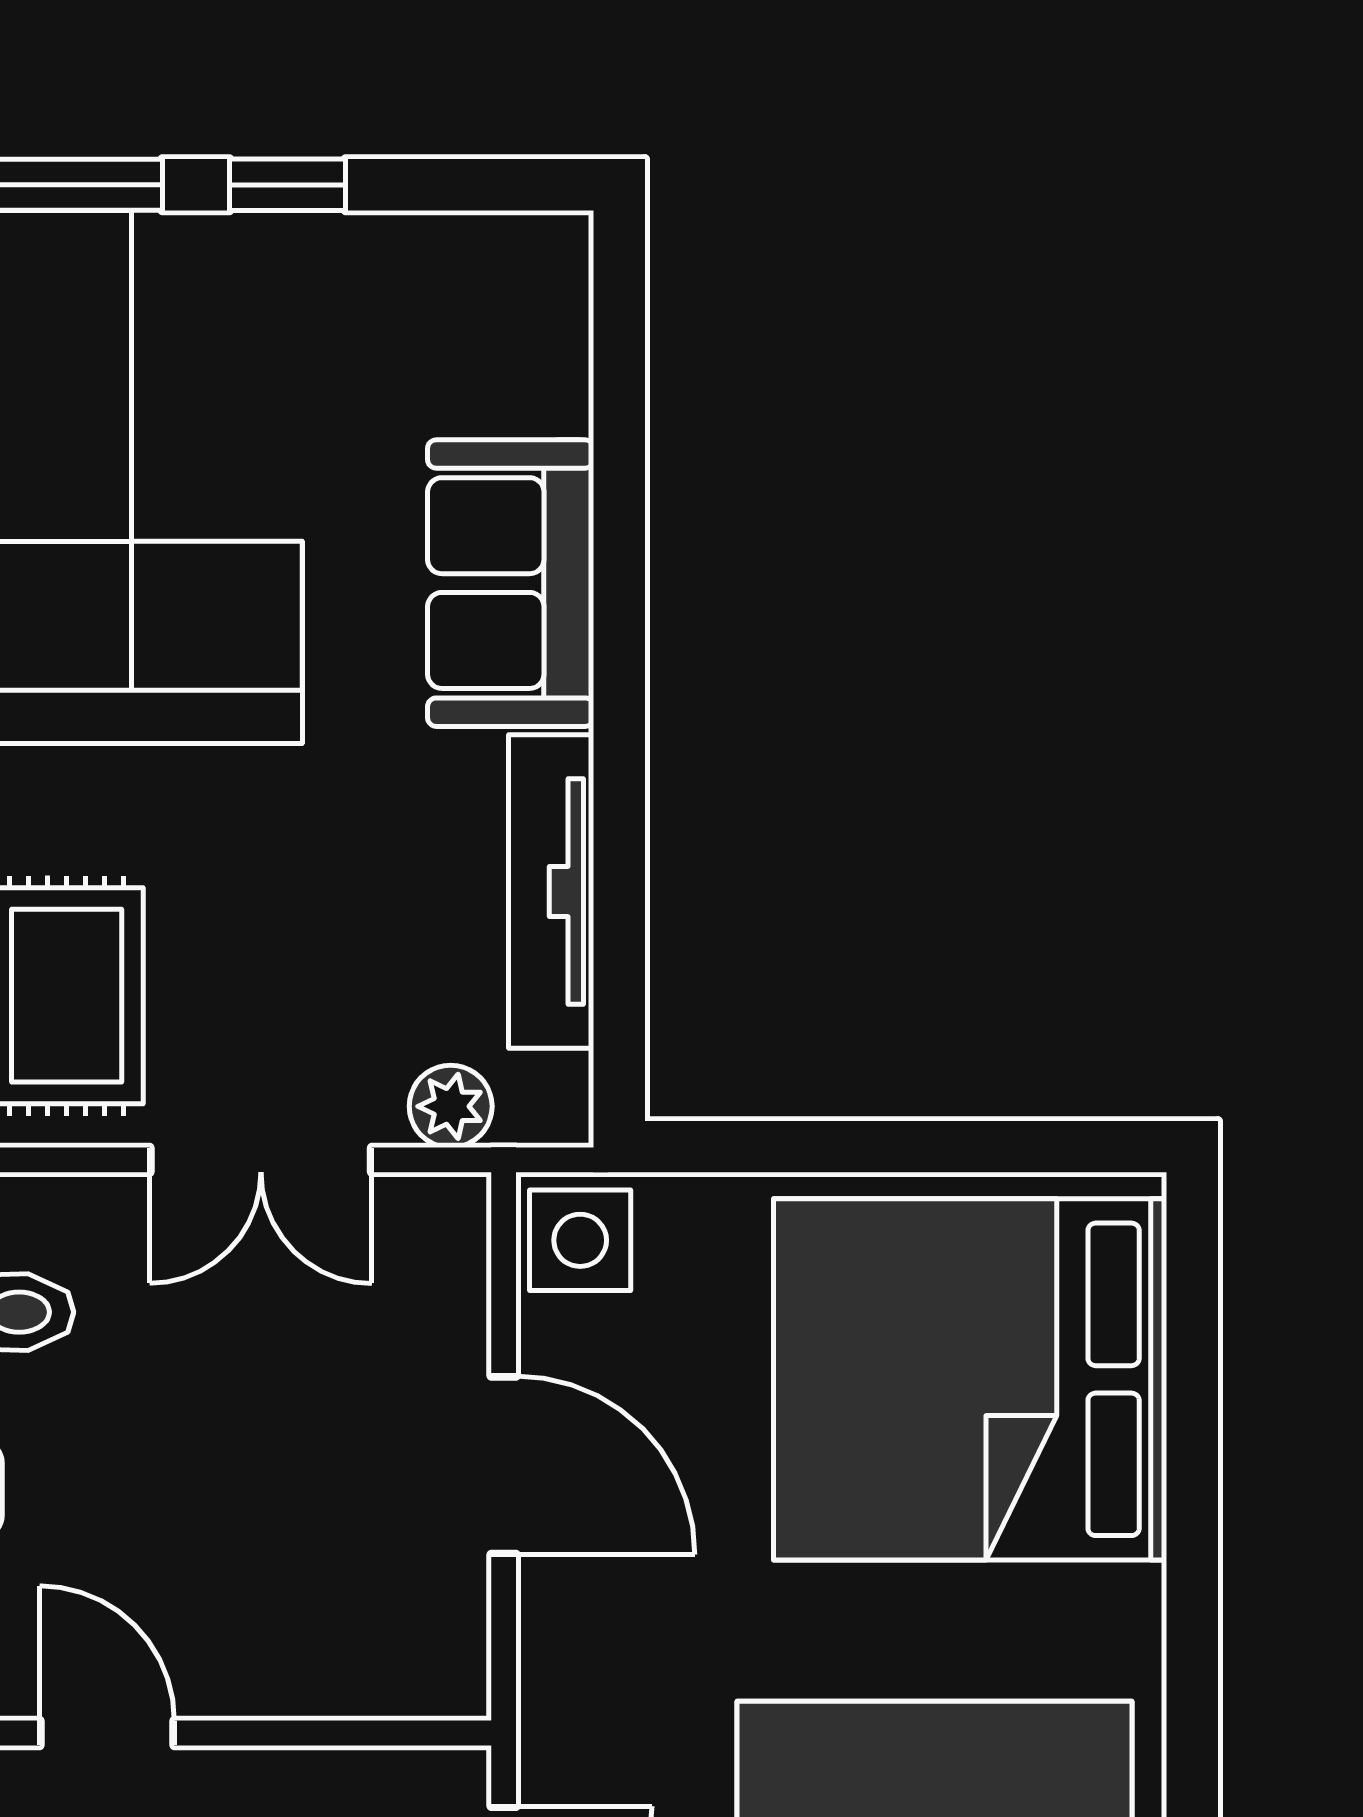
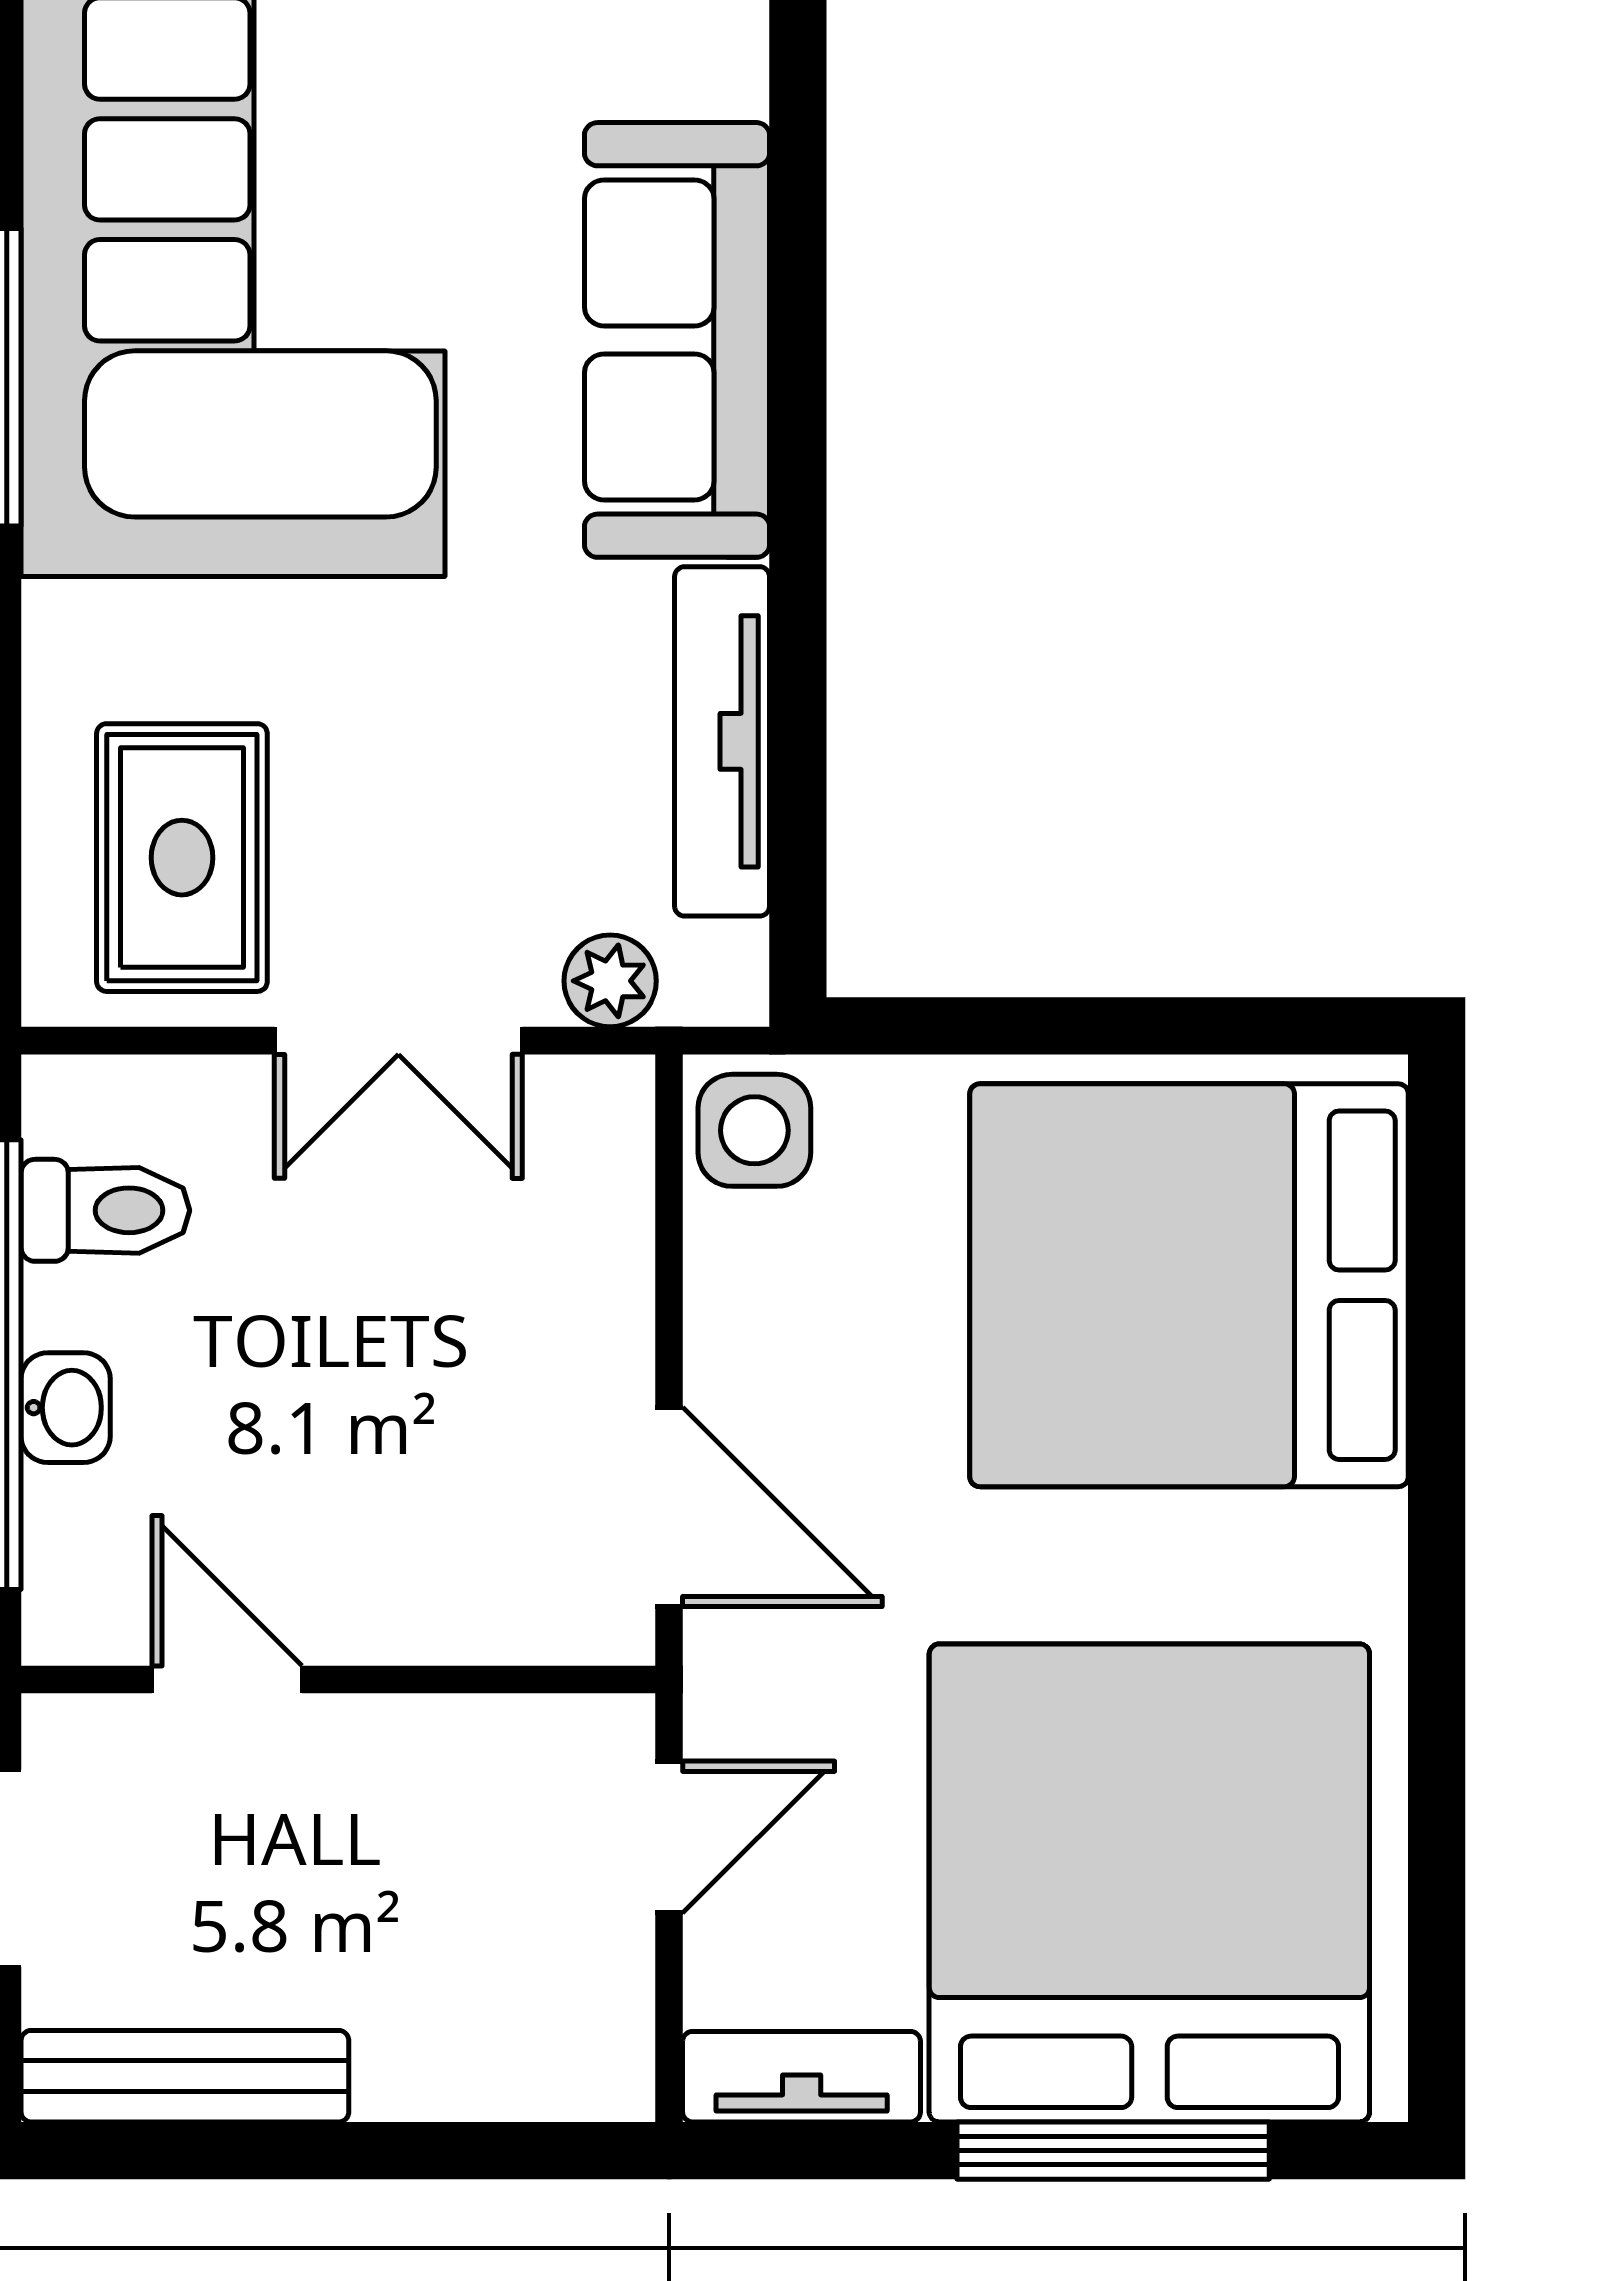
sofa: (511, 583) -> (677, 340), width x1.36
door: (504, 1465) -> (669, 1507), moved

